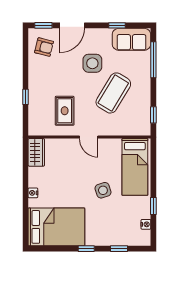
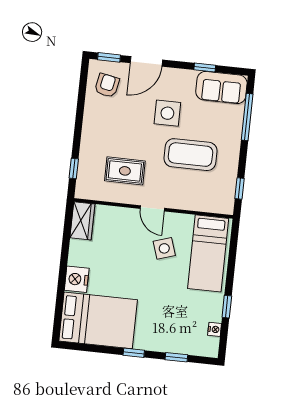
armchair: (44, 47) -> (107, 85), turned -93
coffee table: (113, 93) -> (190, 155), turned 59
window: (25, 97) -> (74, 168), moved
rug: (65, 111) -> (125, 171), turned 90
side table: (103, 190) -> (164, 248), moved
nightstand: (33, 193) -> (77, 279), width x1.89, depth x1.79

